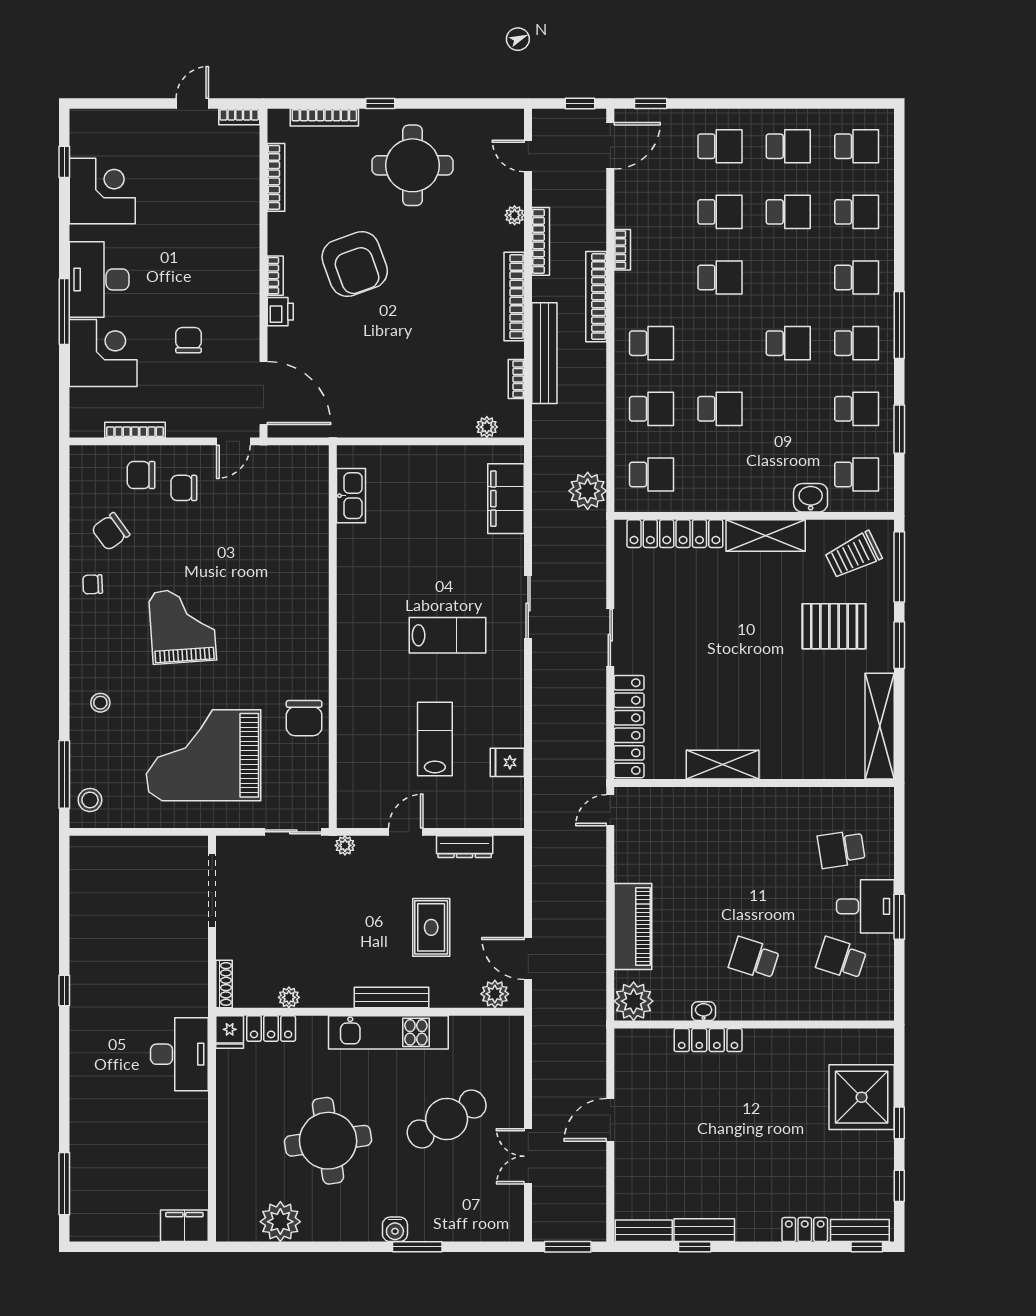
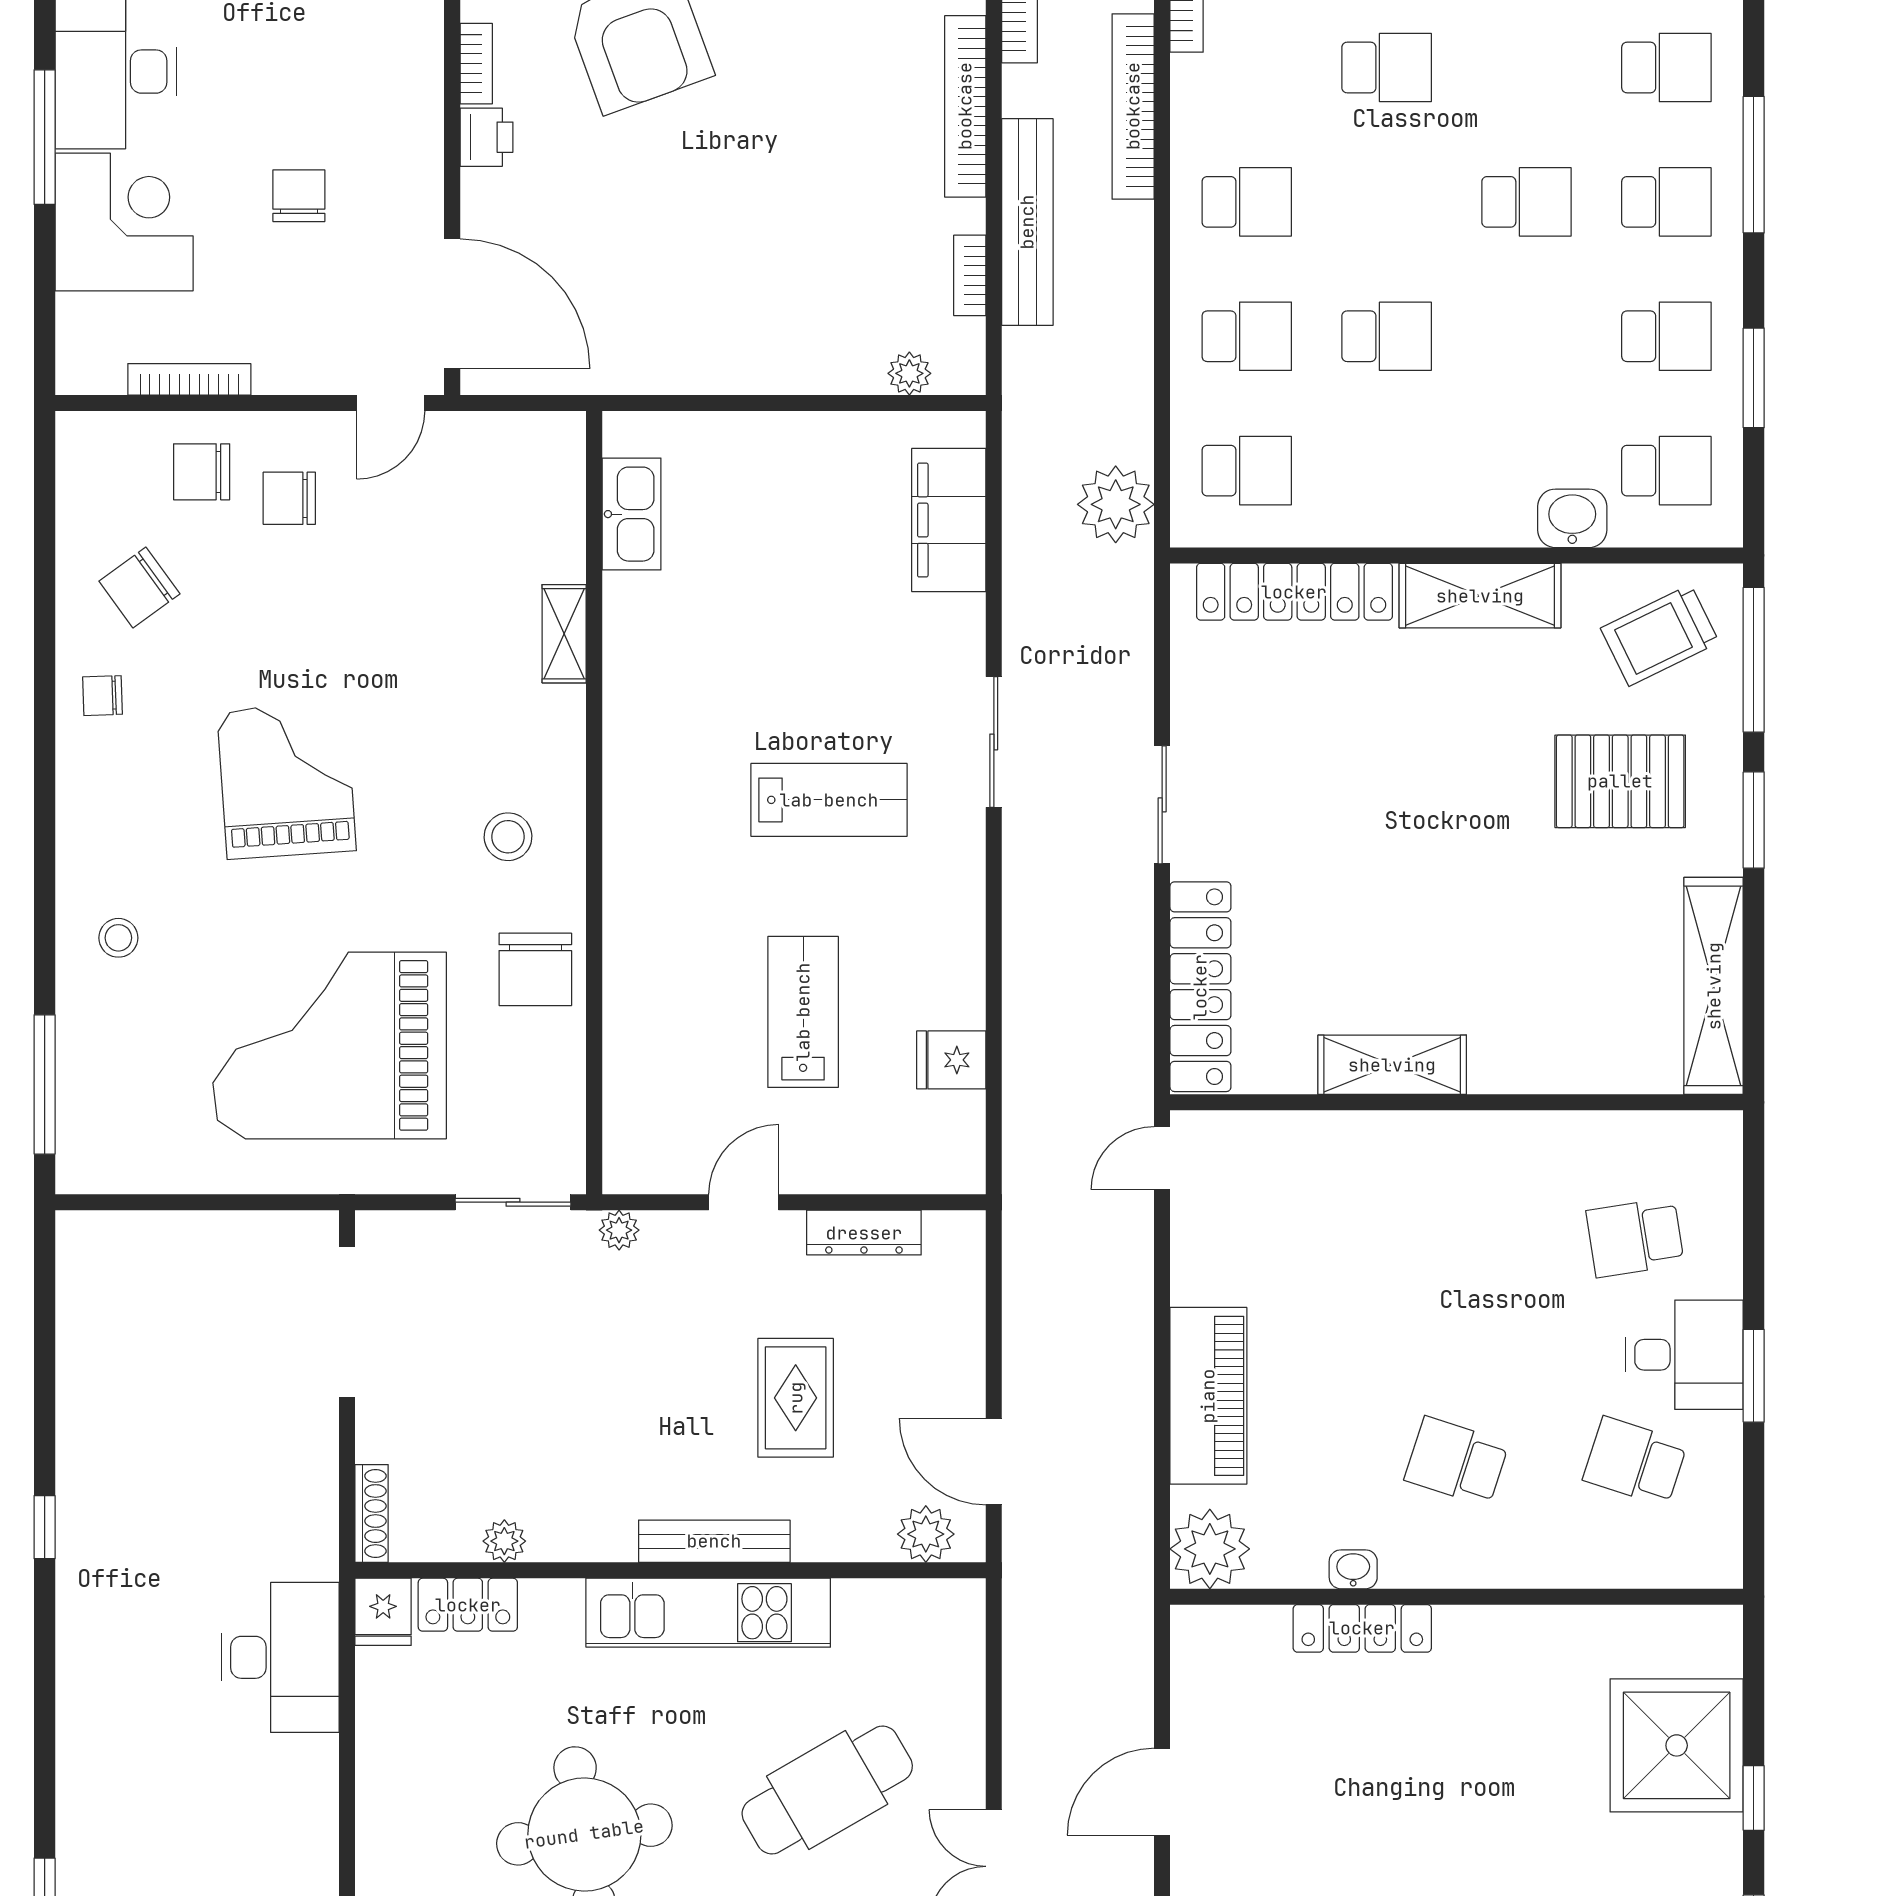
shelving: (318, 554) -> (564, 634), added
stool: (90, 800) -> (508, 837), moved

